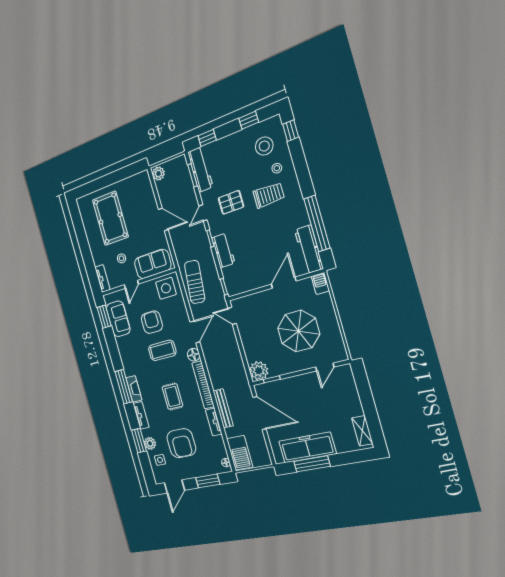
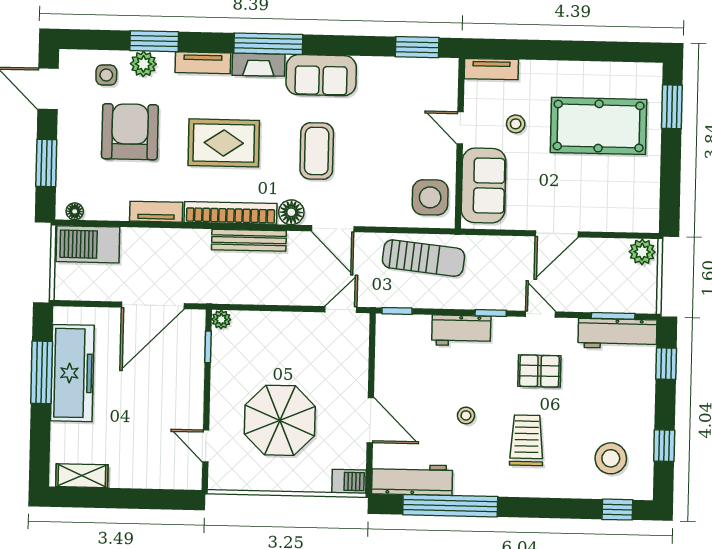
stool: (277, 168) -> (466, 415), moved
window: (92, 187) -> (672, 107), added
trolley: (269, 195) -> (527, 440), turned 180
pallet: (231, 202) -> (539, 371), turned 90
sofa: (118, 319) -> (321, 75), moved
armchair: (152, 322) -> (376, 147), removed
plant: (259, 371) -> (221, 319), width x0.53, depth x0.53
rug: (172, 397) -> (224, 143), width x1.36, depth x1.43
bench: (223, 408) -> (249, 240), moved
armchair: (181, 443) -> (130, 132), turned 90

